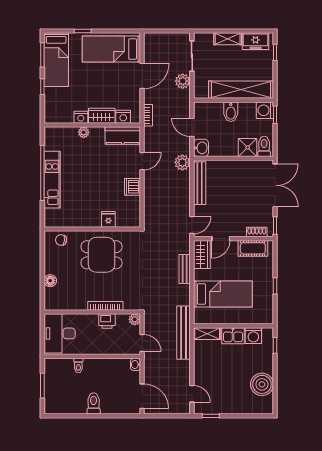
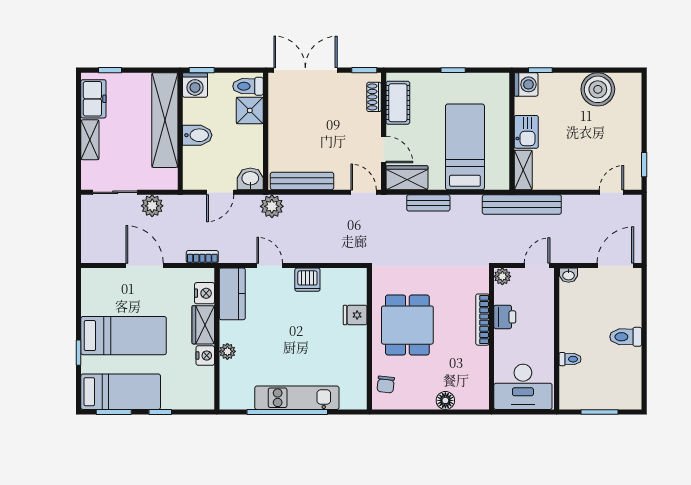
bed: (111, 49) -> (124, 336), moved, turned -90
washing machine: (253, 336) -> (526, 84), moved

